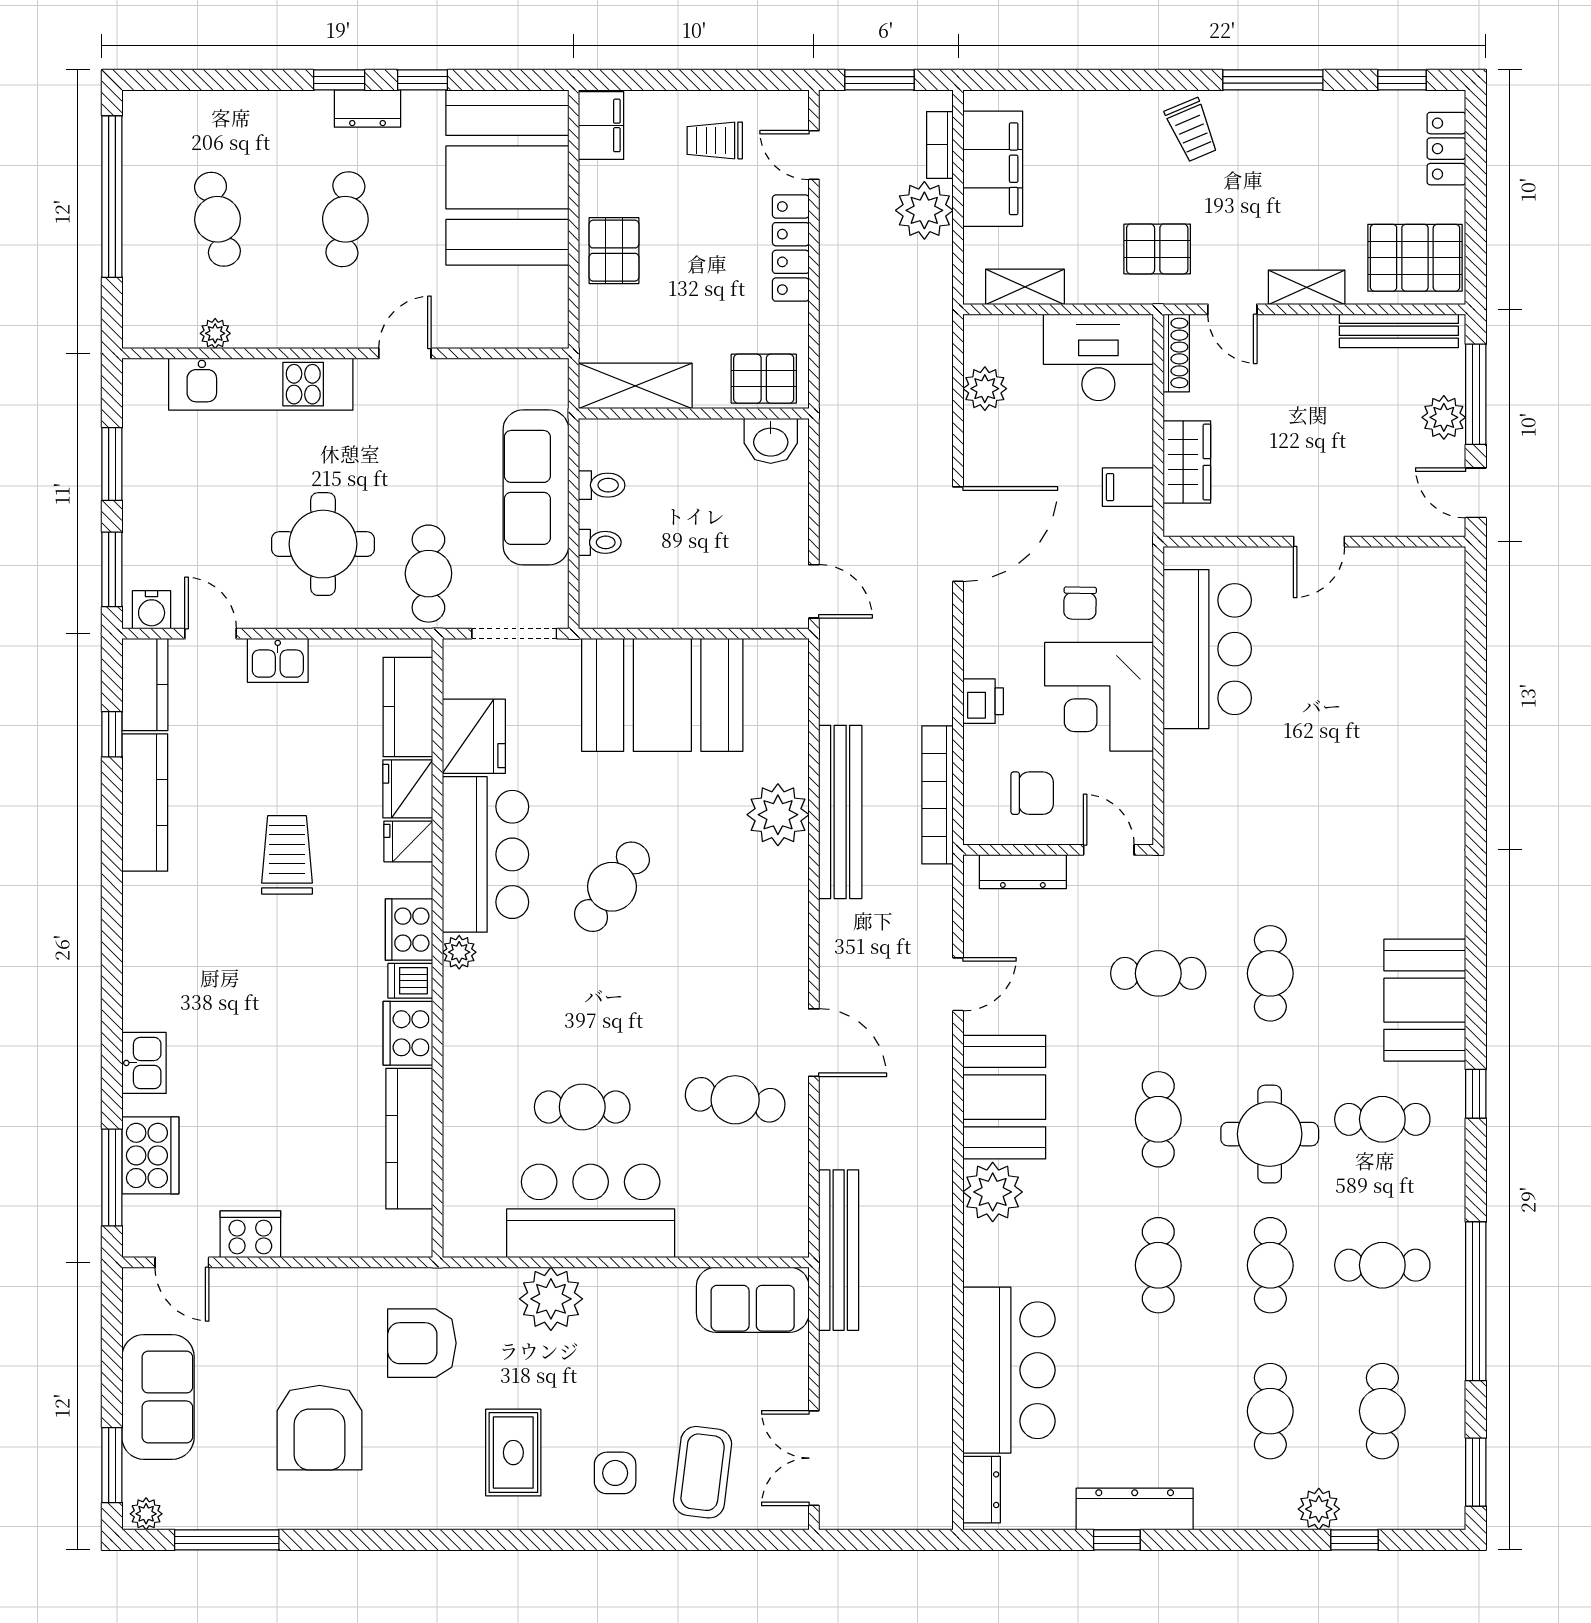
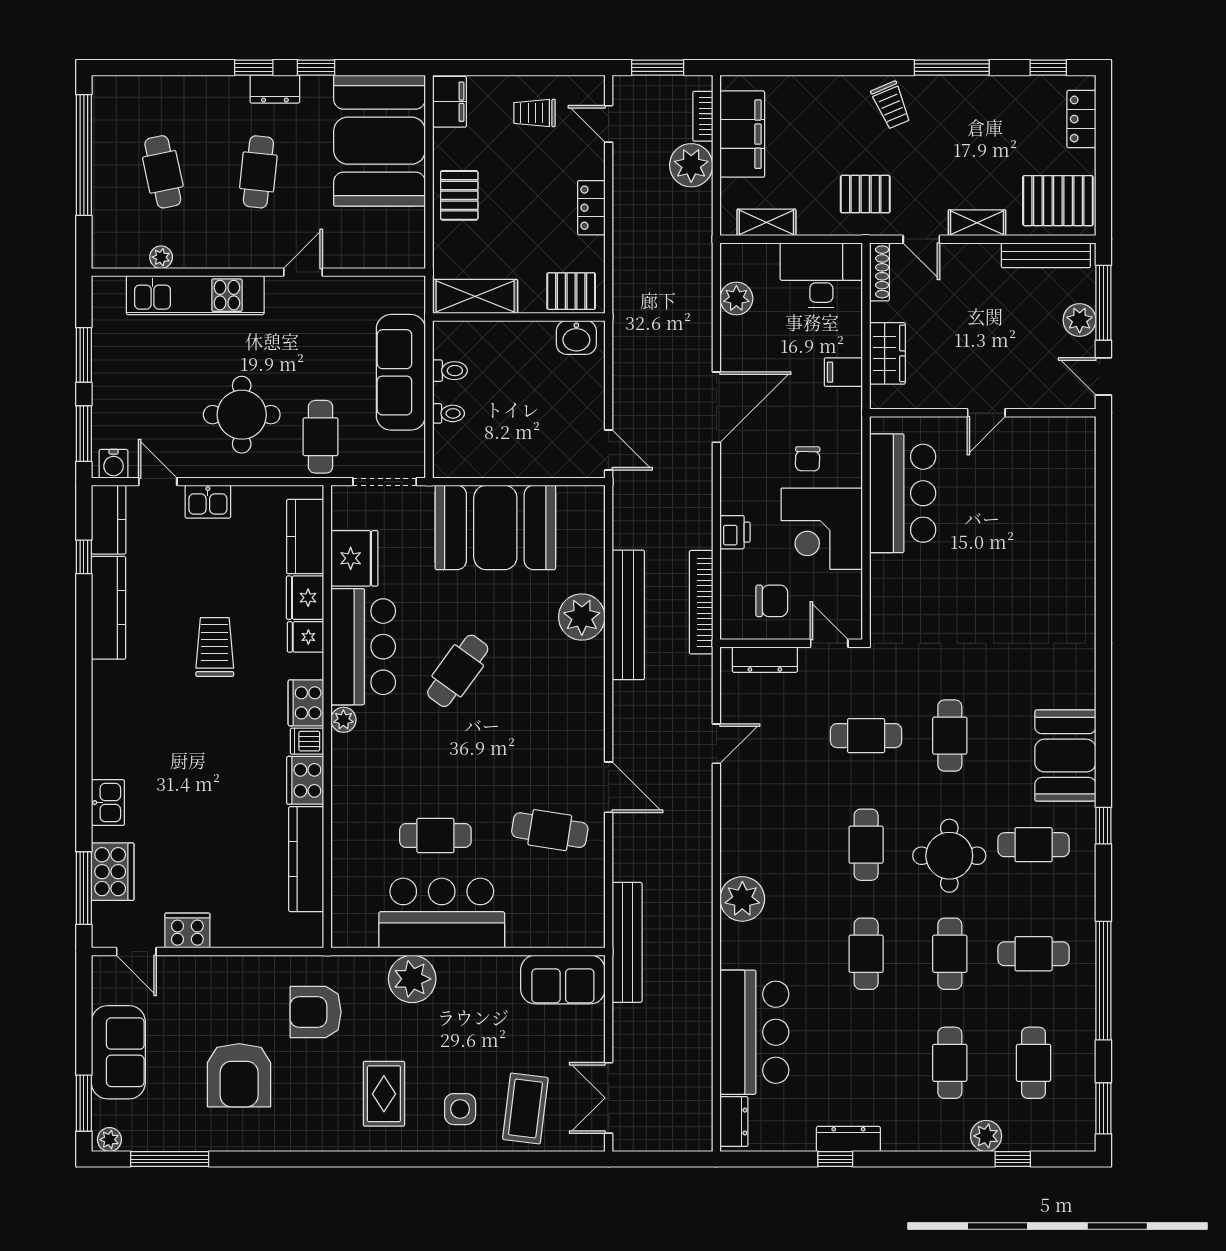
locker: (791, 248) -> (591, 208), width x0.66
booth: (1004, 1097) -> (751, 828), removed
dresser: (1135, 1509) -> (848, 1139), width x0.73, depth x0.80

